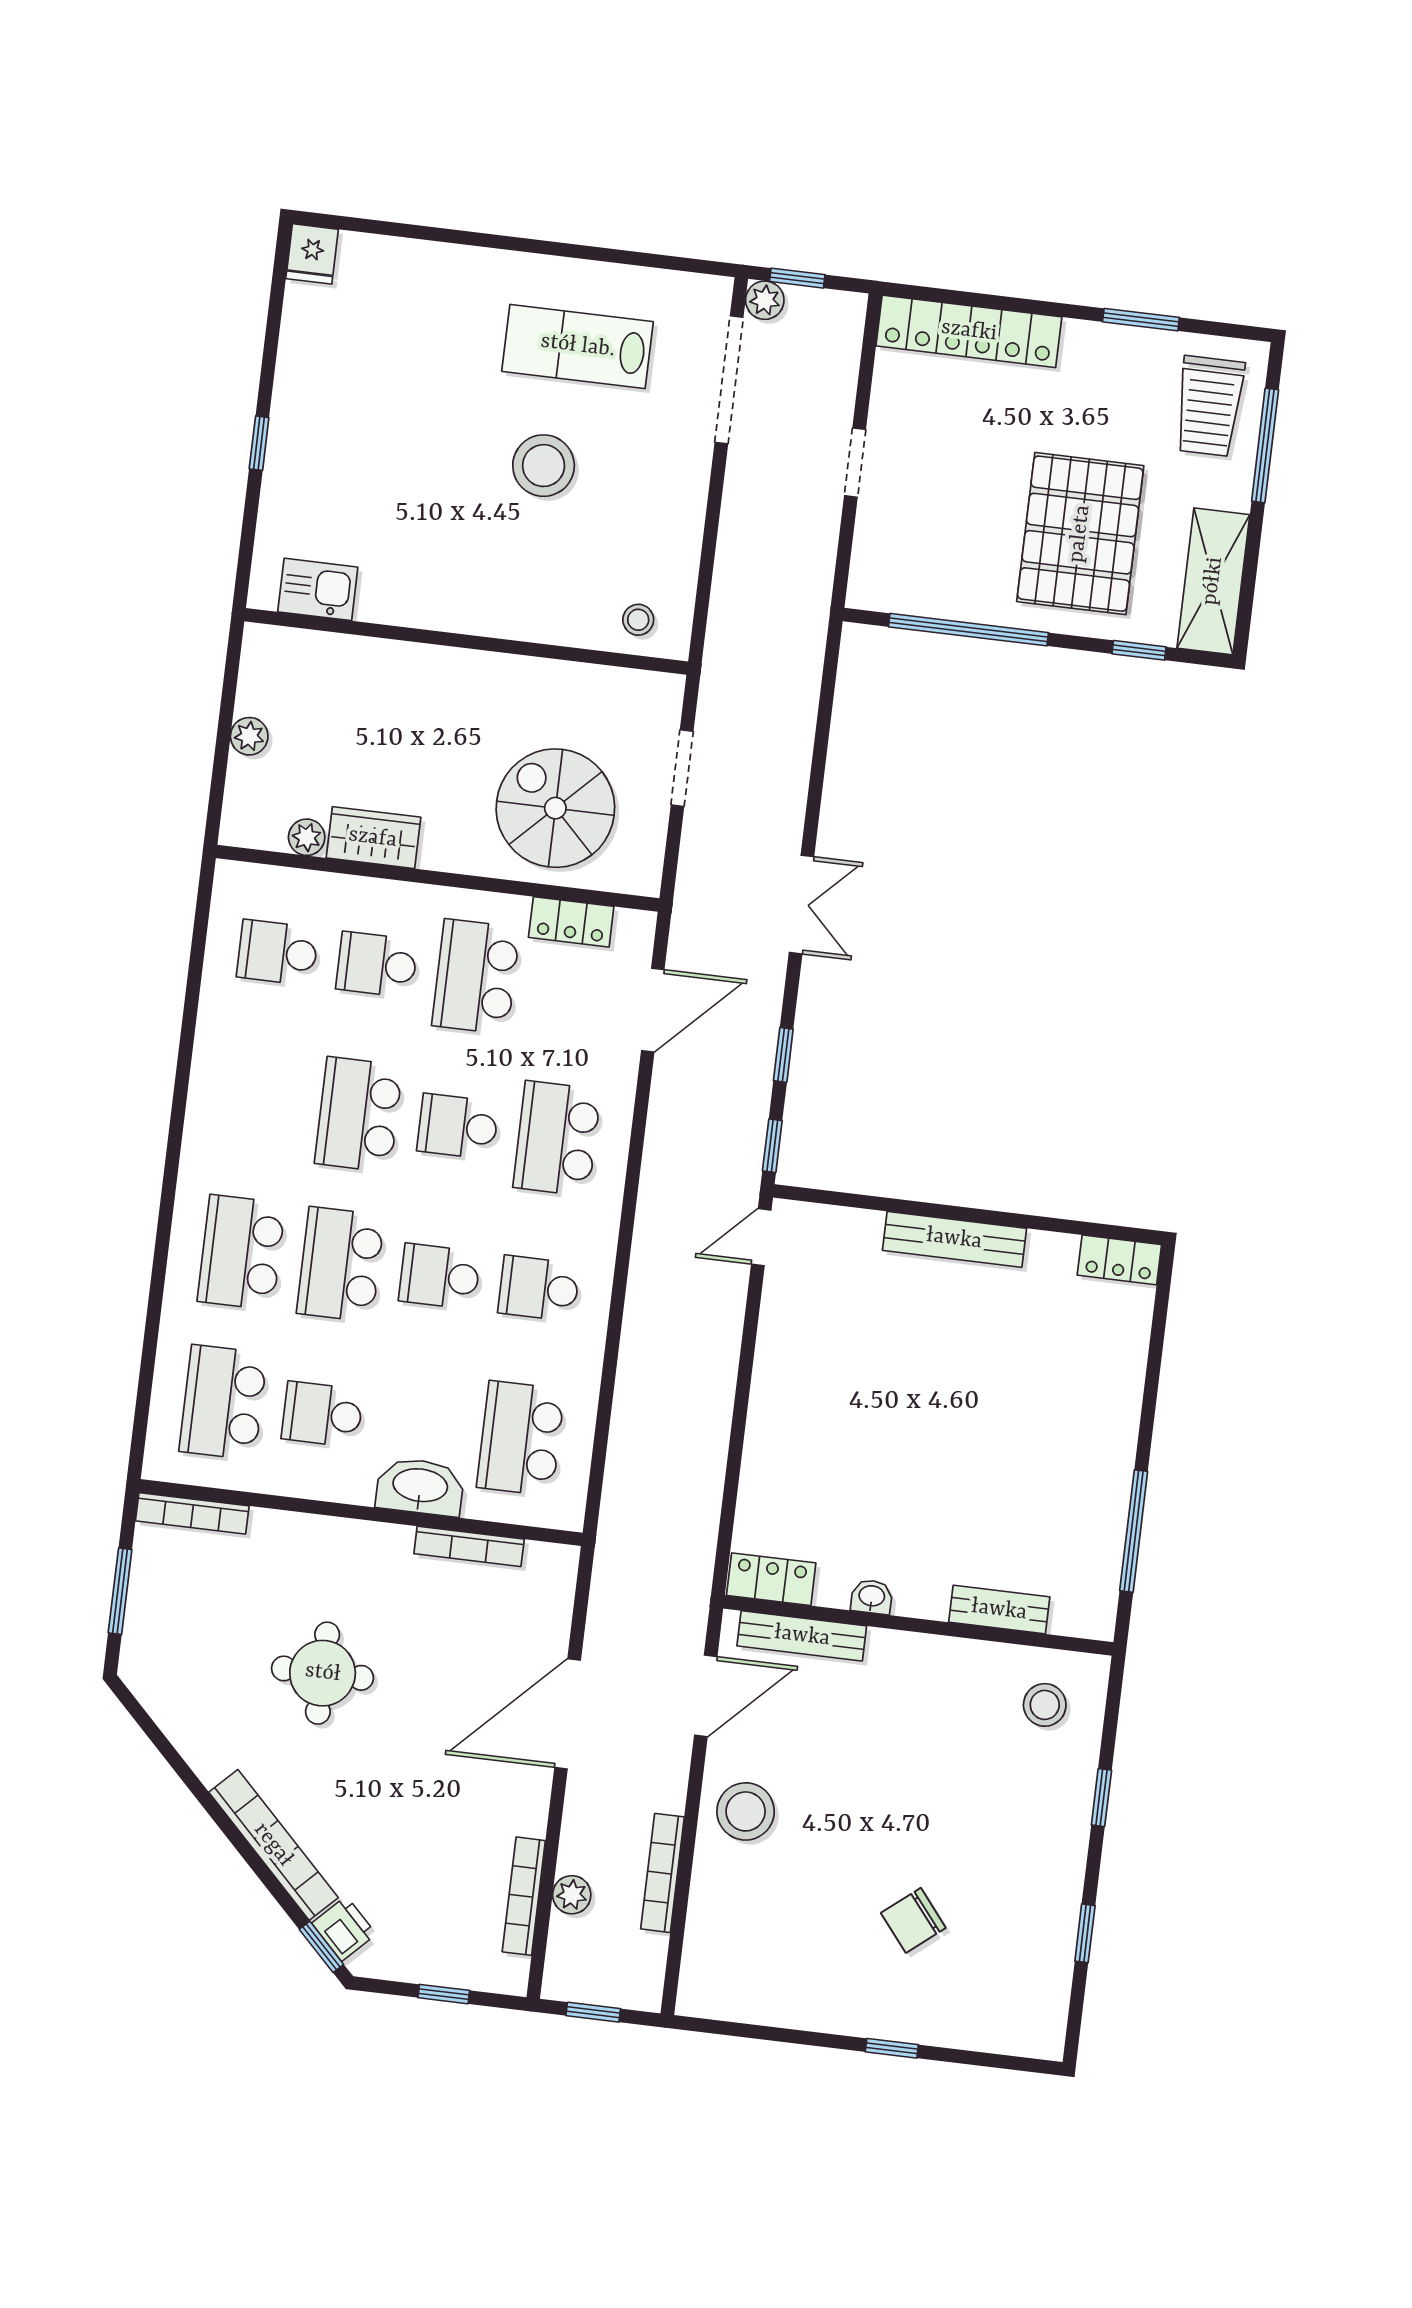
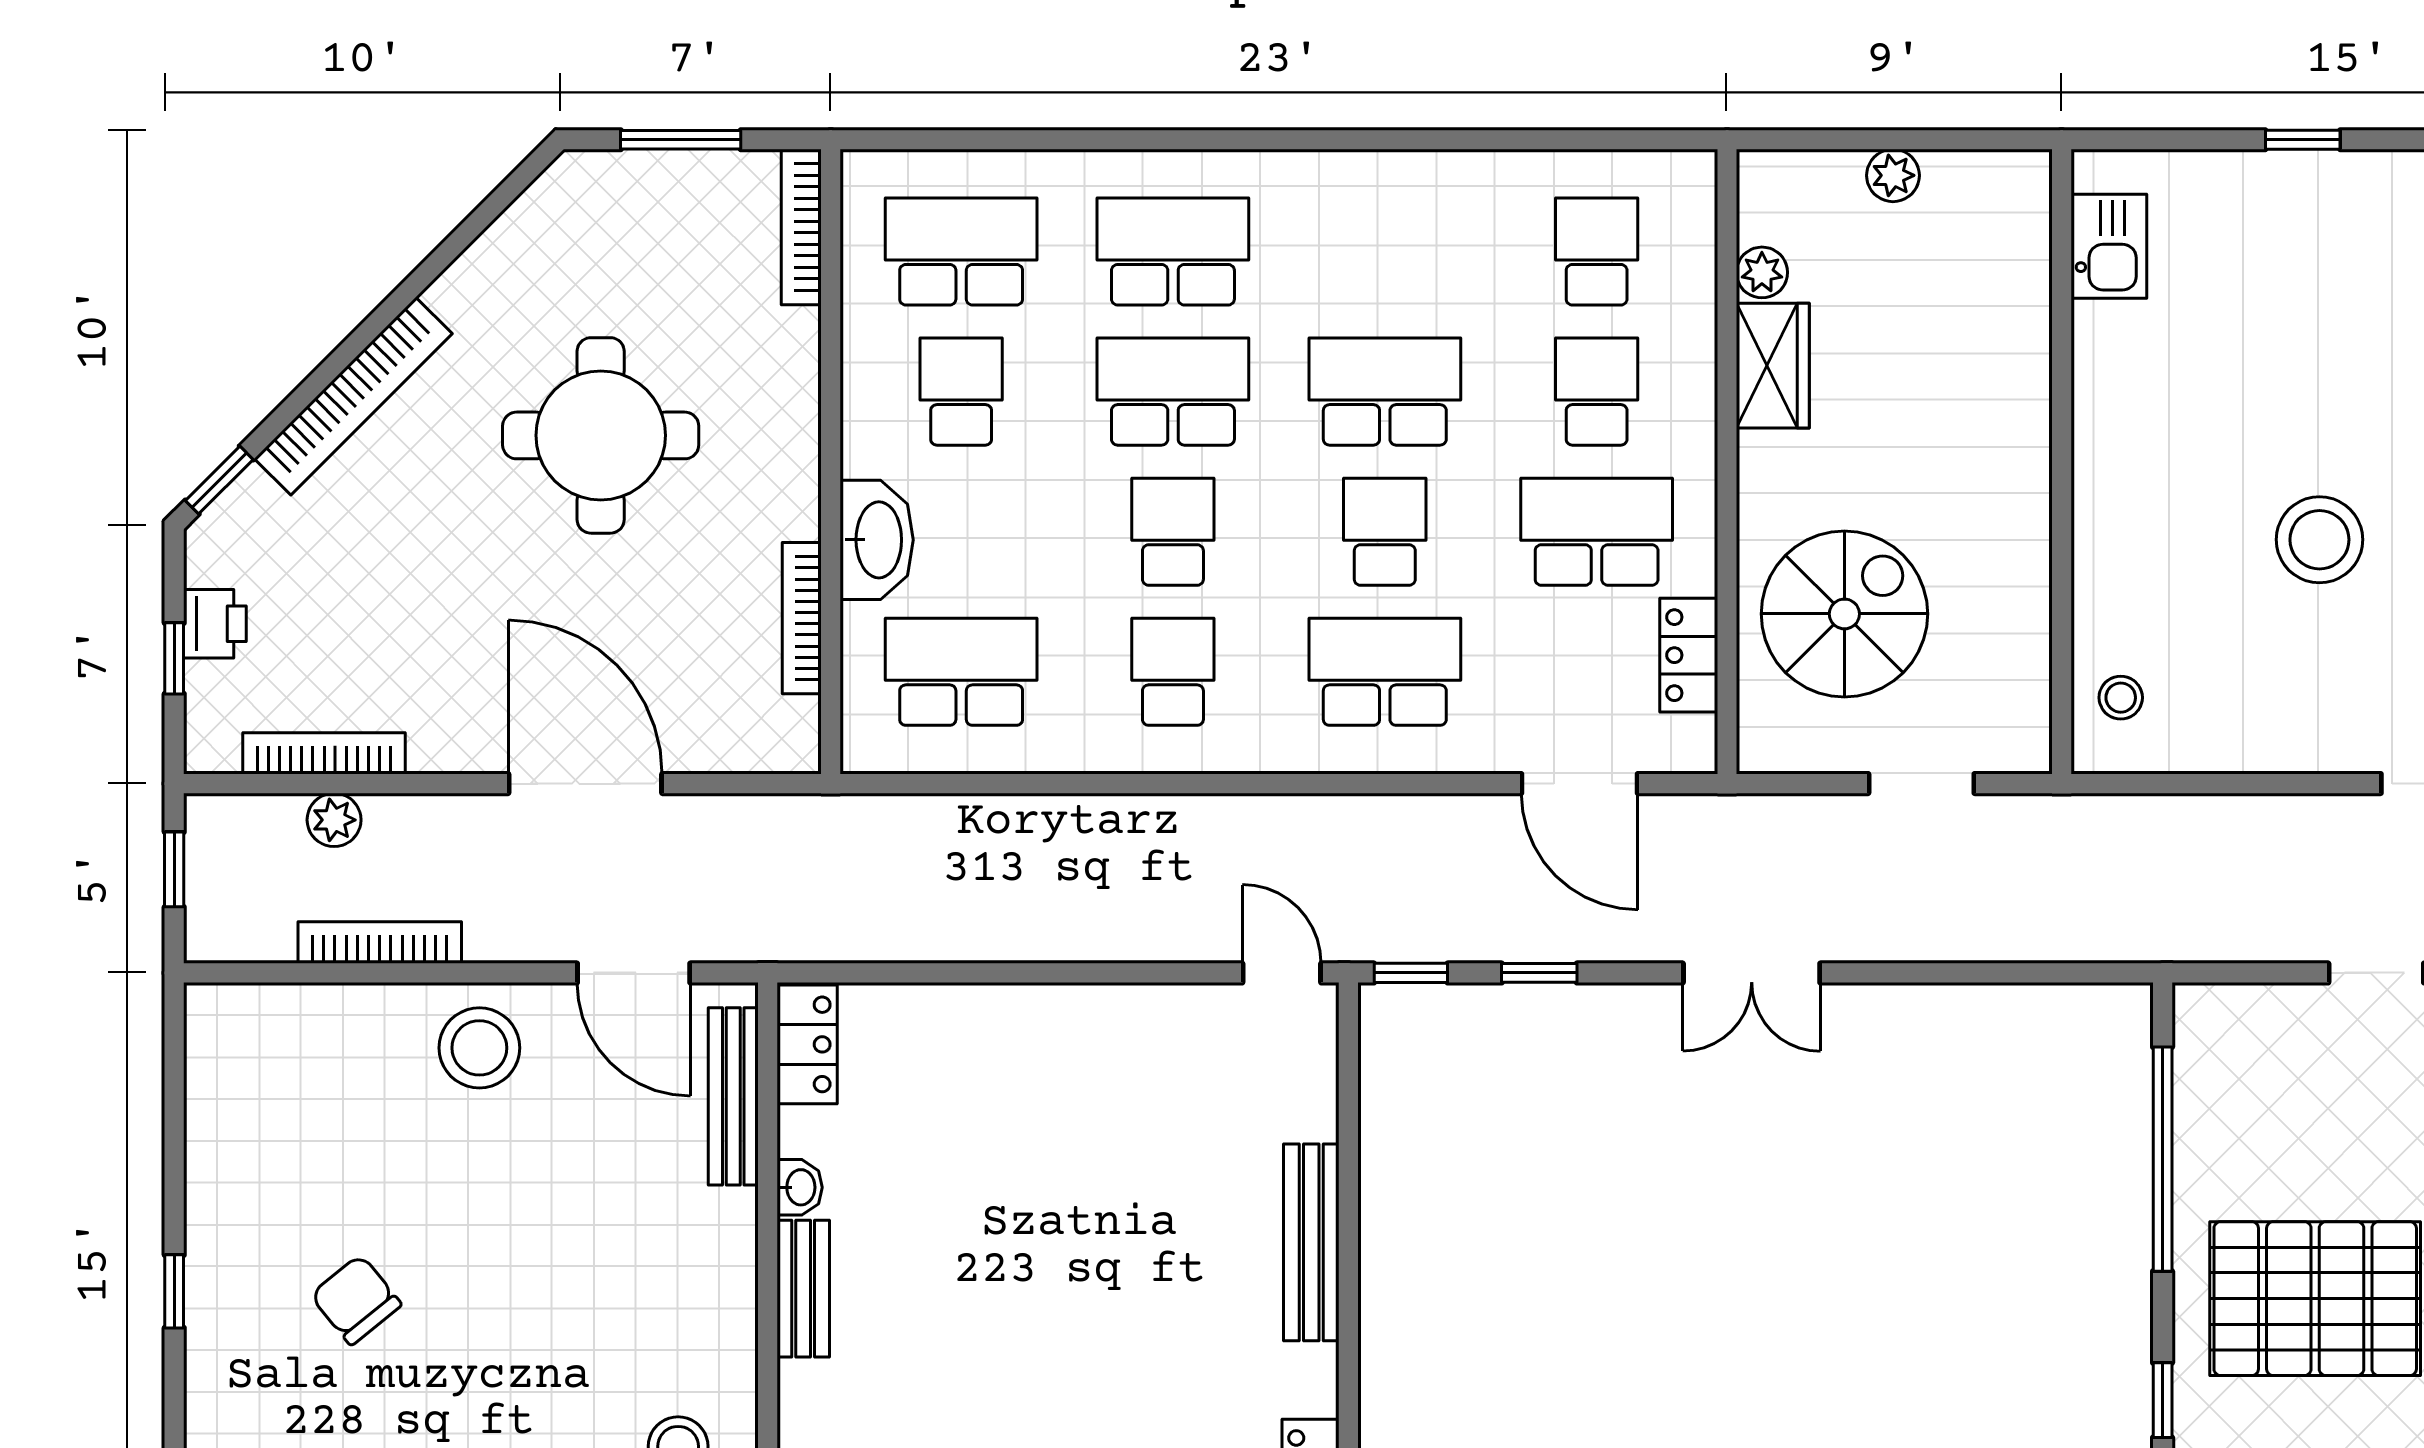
bench: (999, 1610) -> (803, 1289), moved
round table: (323, 1673) -> (601, 435), width x1.36, depth x1.36
printer: (344, 1929) -> (215, 624), moved, turned -45

